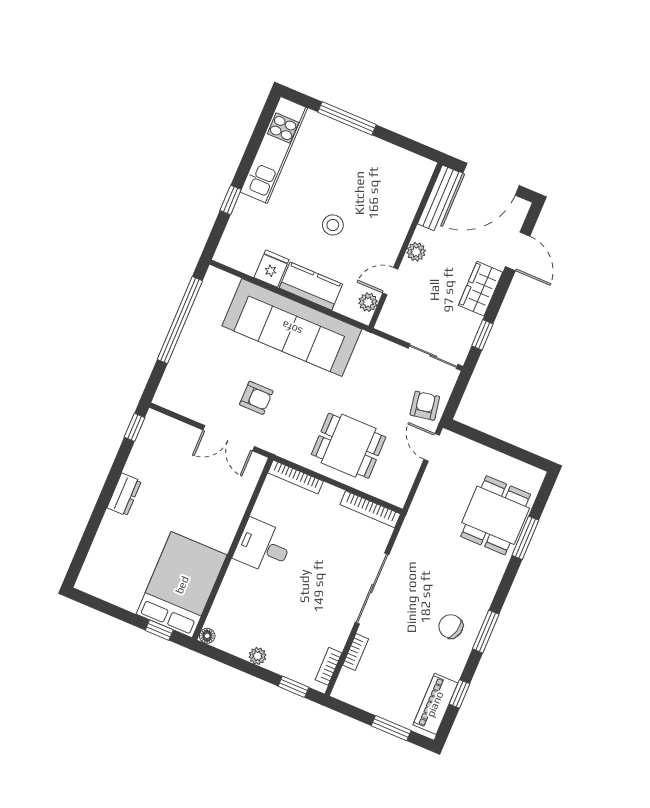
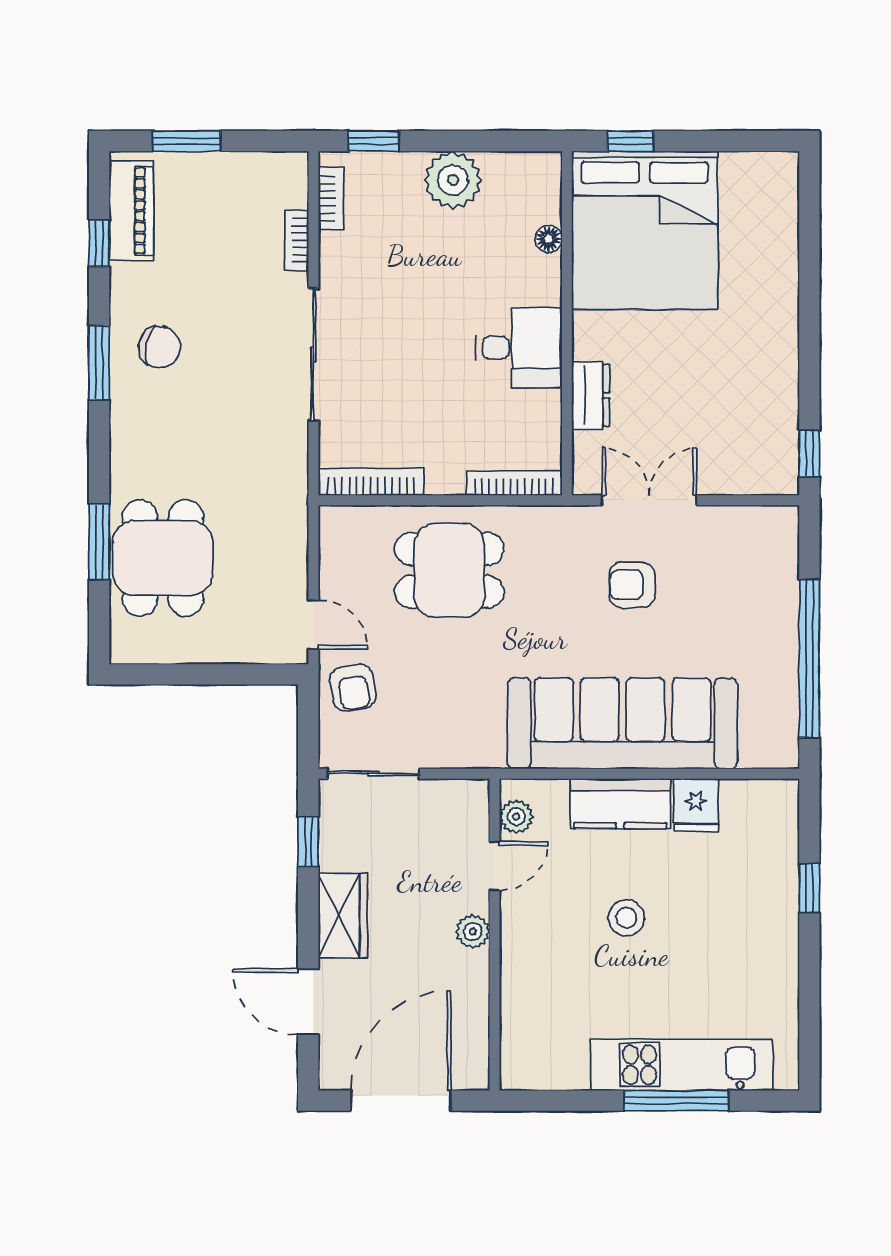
kitchen unit: (274, 150) -> (682, 1065), moved, turned 90
bench: (438, 198) -> (474, 1034), removed
dresser: (124, 494) -> (591, 395), moved, turned 180
bed: (182, 585) -> (645, 230), width x1.36
floor lamp: (207, 636) -> (549, 239), moved
plant: (258, 656) -> (453, 180), width x1.88, depth x1.88

